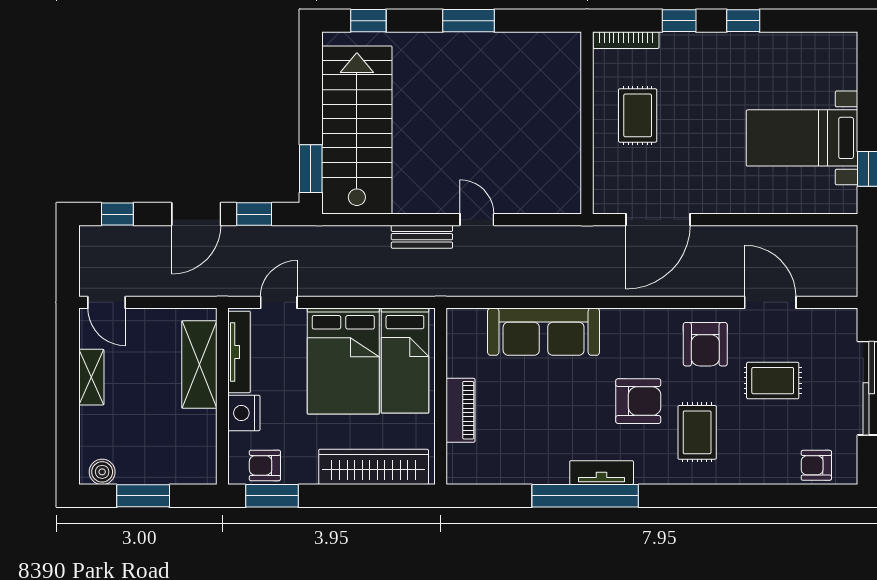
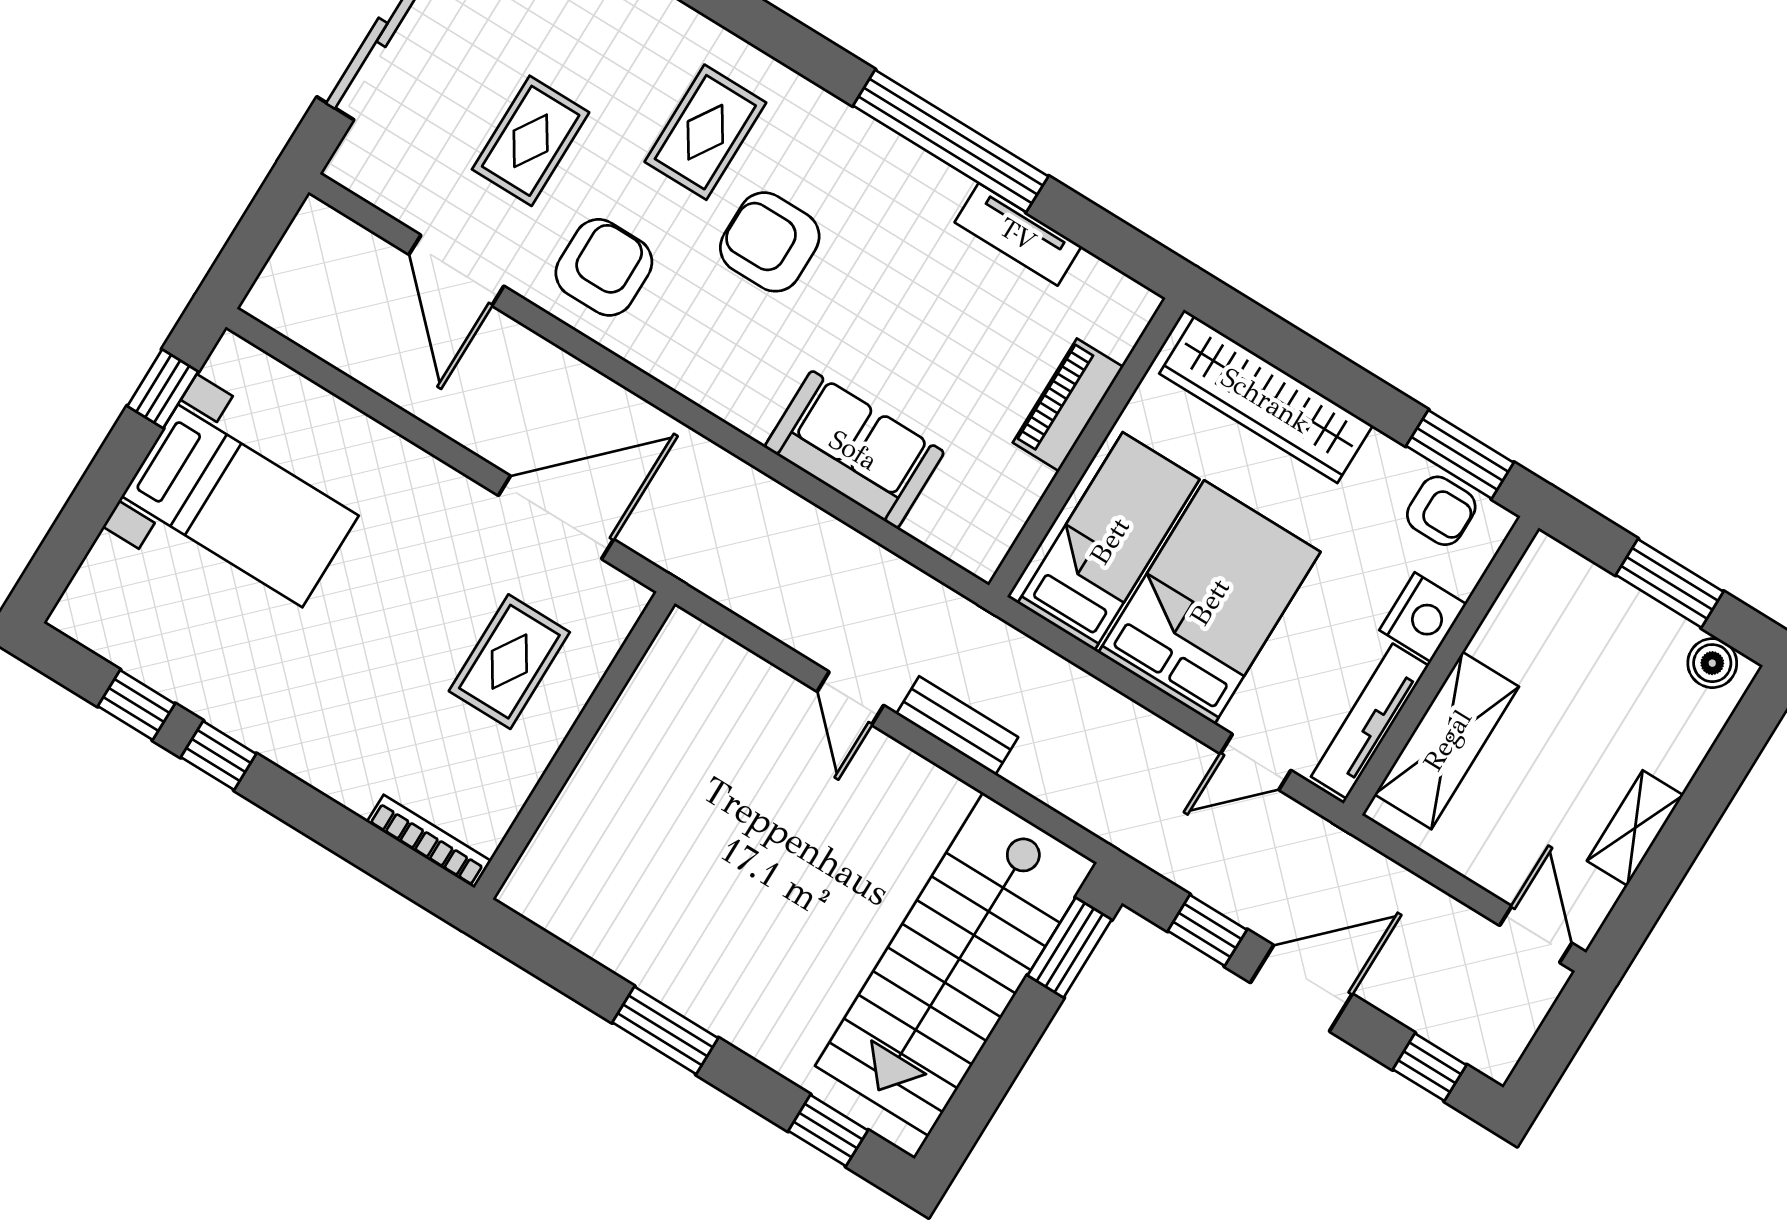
window: (679, 21) -> (136, 705), moved
rug: (638, 115) -> (509, 662), moved
sofa: (544, 332) -> (854, 450), width x0.73
rug: (773, 381) -> (531, 141), turned 90
tv unit: (602, 473) -> (1018, 234), moved

